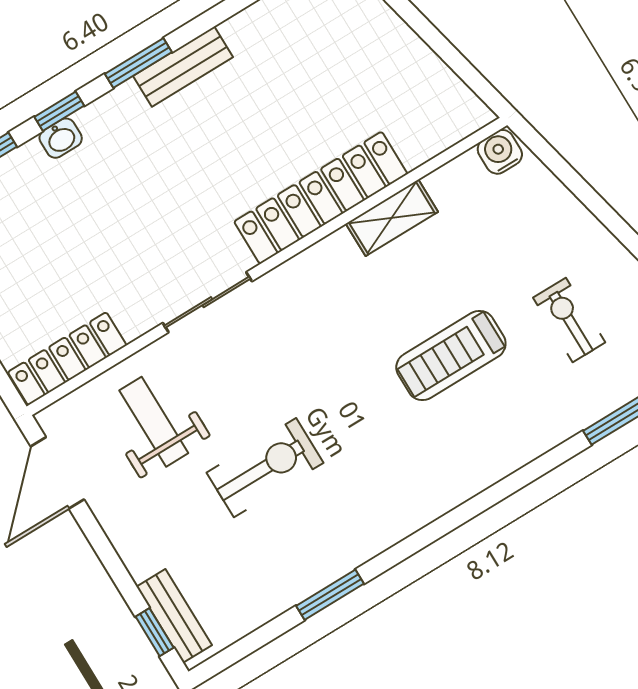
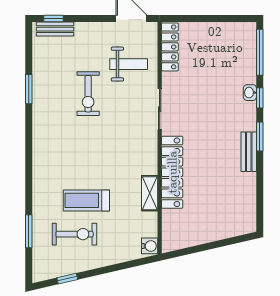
exercise bike: (569, 320) -> (75, 234), width x1.38, depth x1.39
treadmill: (451, 355) -> (86, 200), moved, turned -90

